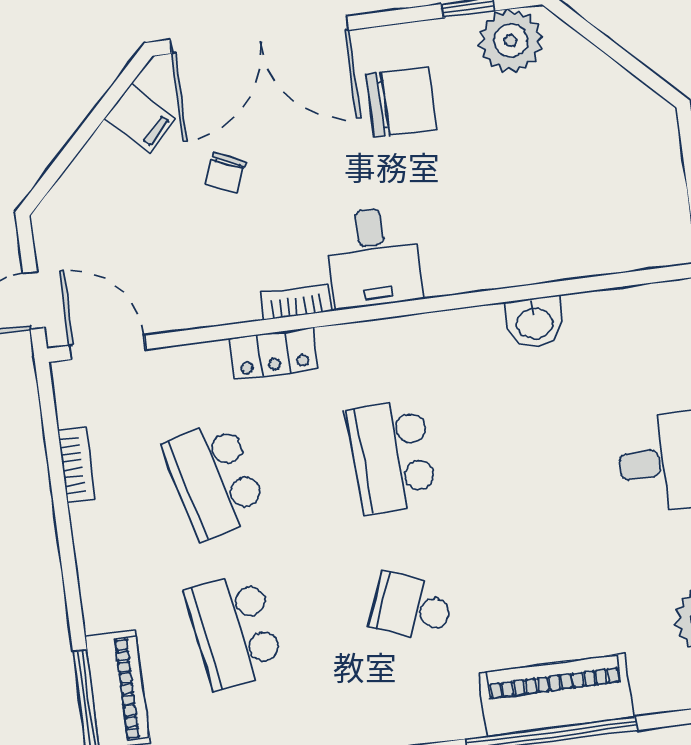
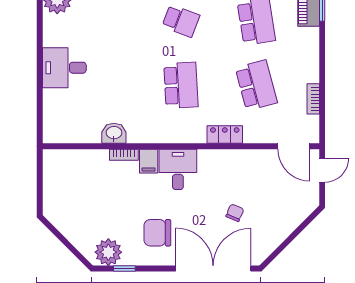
filing cabinet: (140, 119) -> (149, 161), moved, turned -135
bookcase: (296, 302) -> (124, 155), moved

